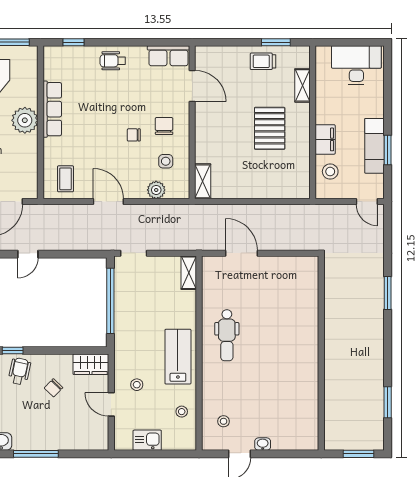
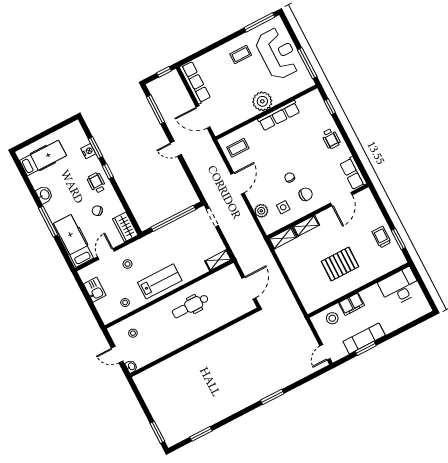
wheelchair: (113, 61) -> (331, 139), turned 180
desk: (356, 65) -> (400, 287), moved, turned -90
shelving: (302, 85) -> (306, 226), moved
wall: (321, 353) -> (194, 342), moved
wheelchair: (20, 371) -> (97, 183), turned -102
hospital bed: (75, 435) -> (74, 241), added

